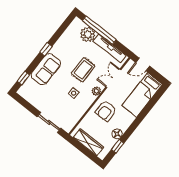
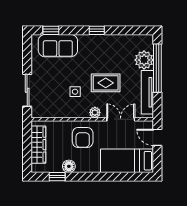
sofa: (46, 69) -> (58, 46), moved
armchair: (106, 111) -> (83, 138), turned -90

